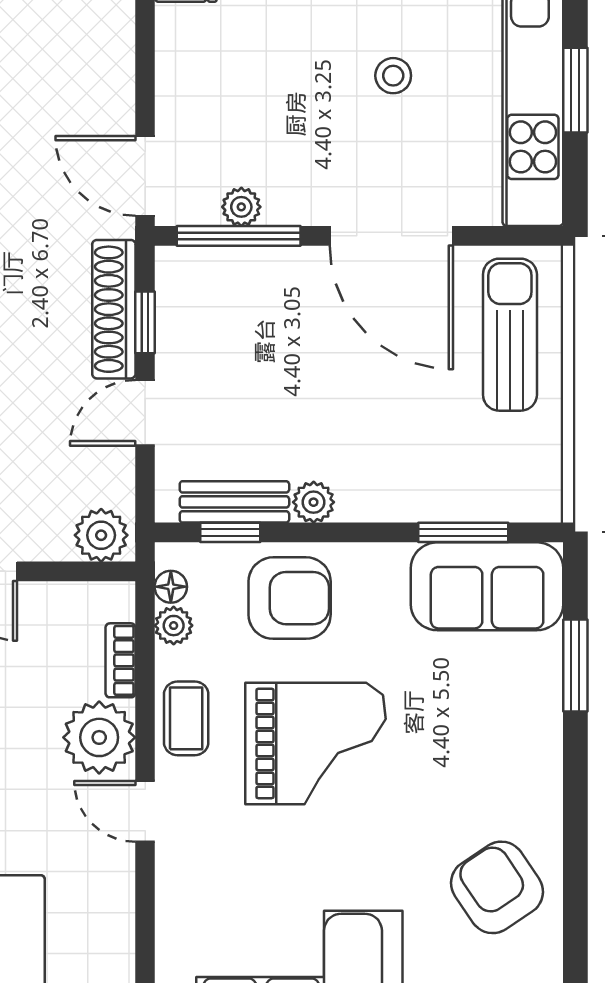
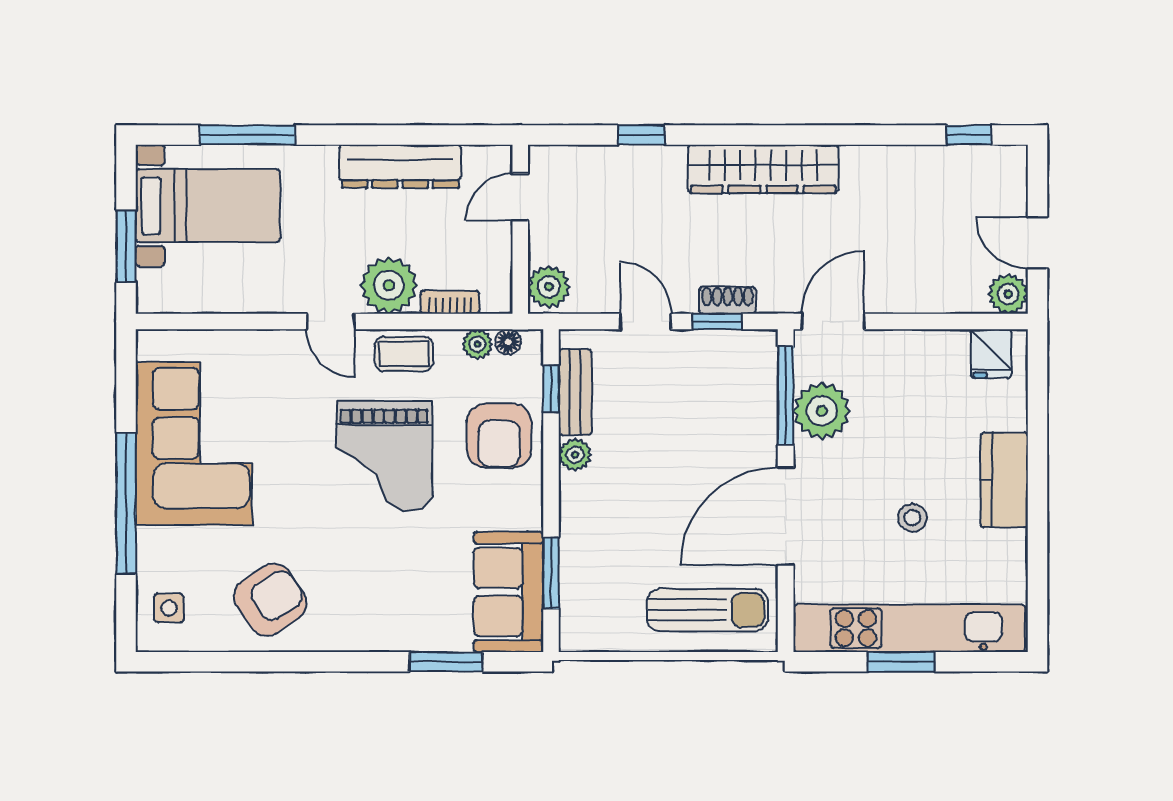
plant: (241, 207) -> (822, 411), width x1.87, depth x1.87
shoe rack: (114, 309) -> (728, 300), width x0.51, depth x0.81
door: (145, 811) -> (331, 321), swing flipped

